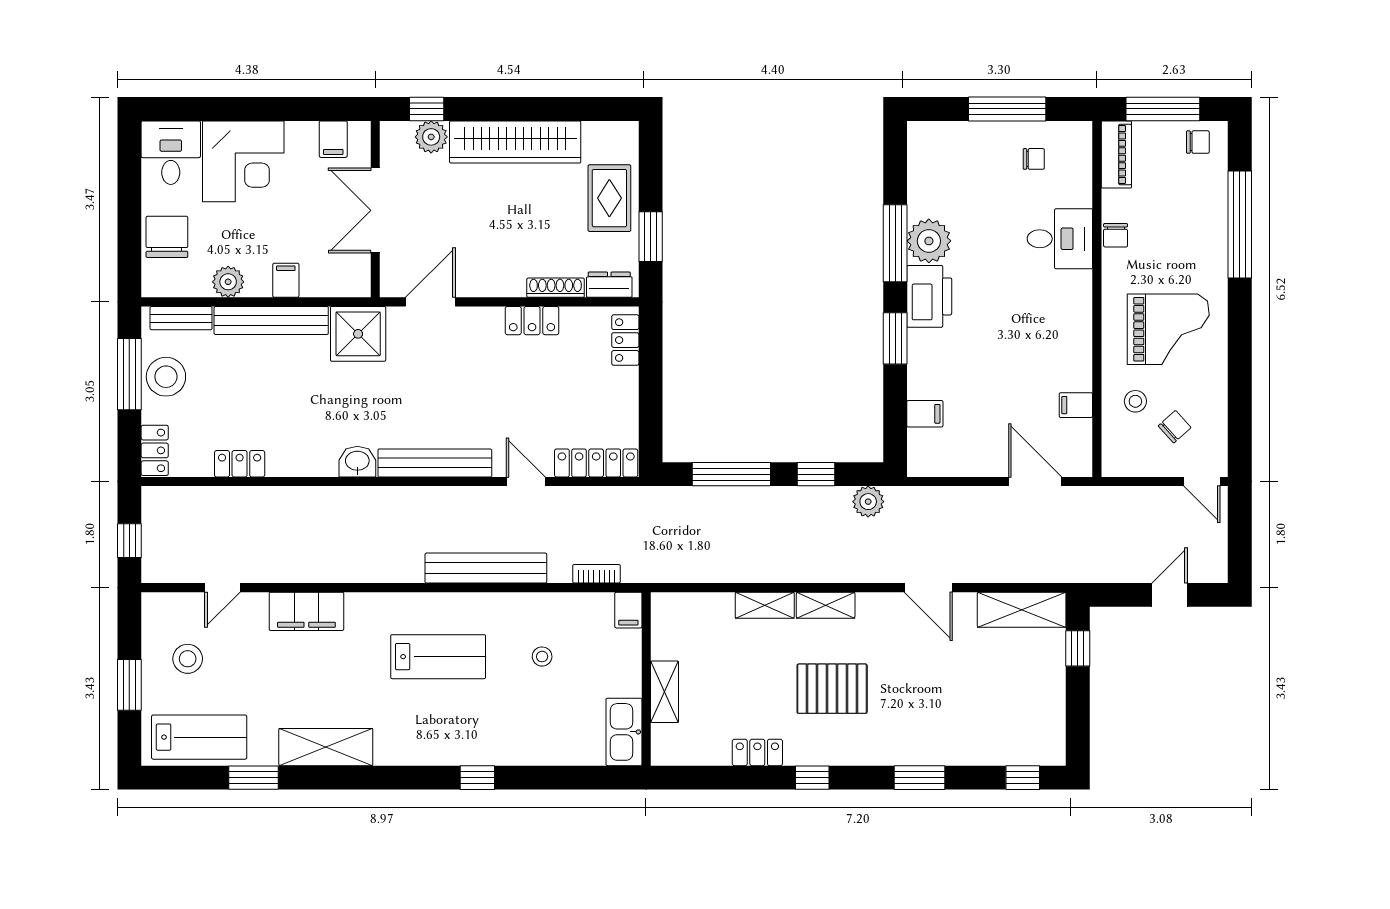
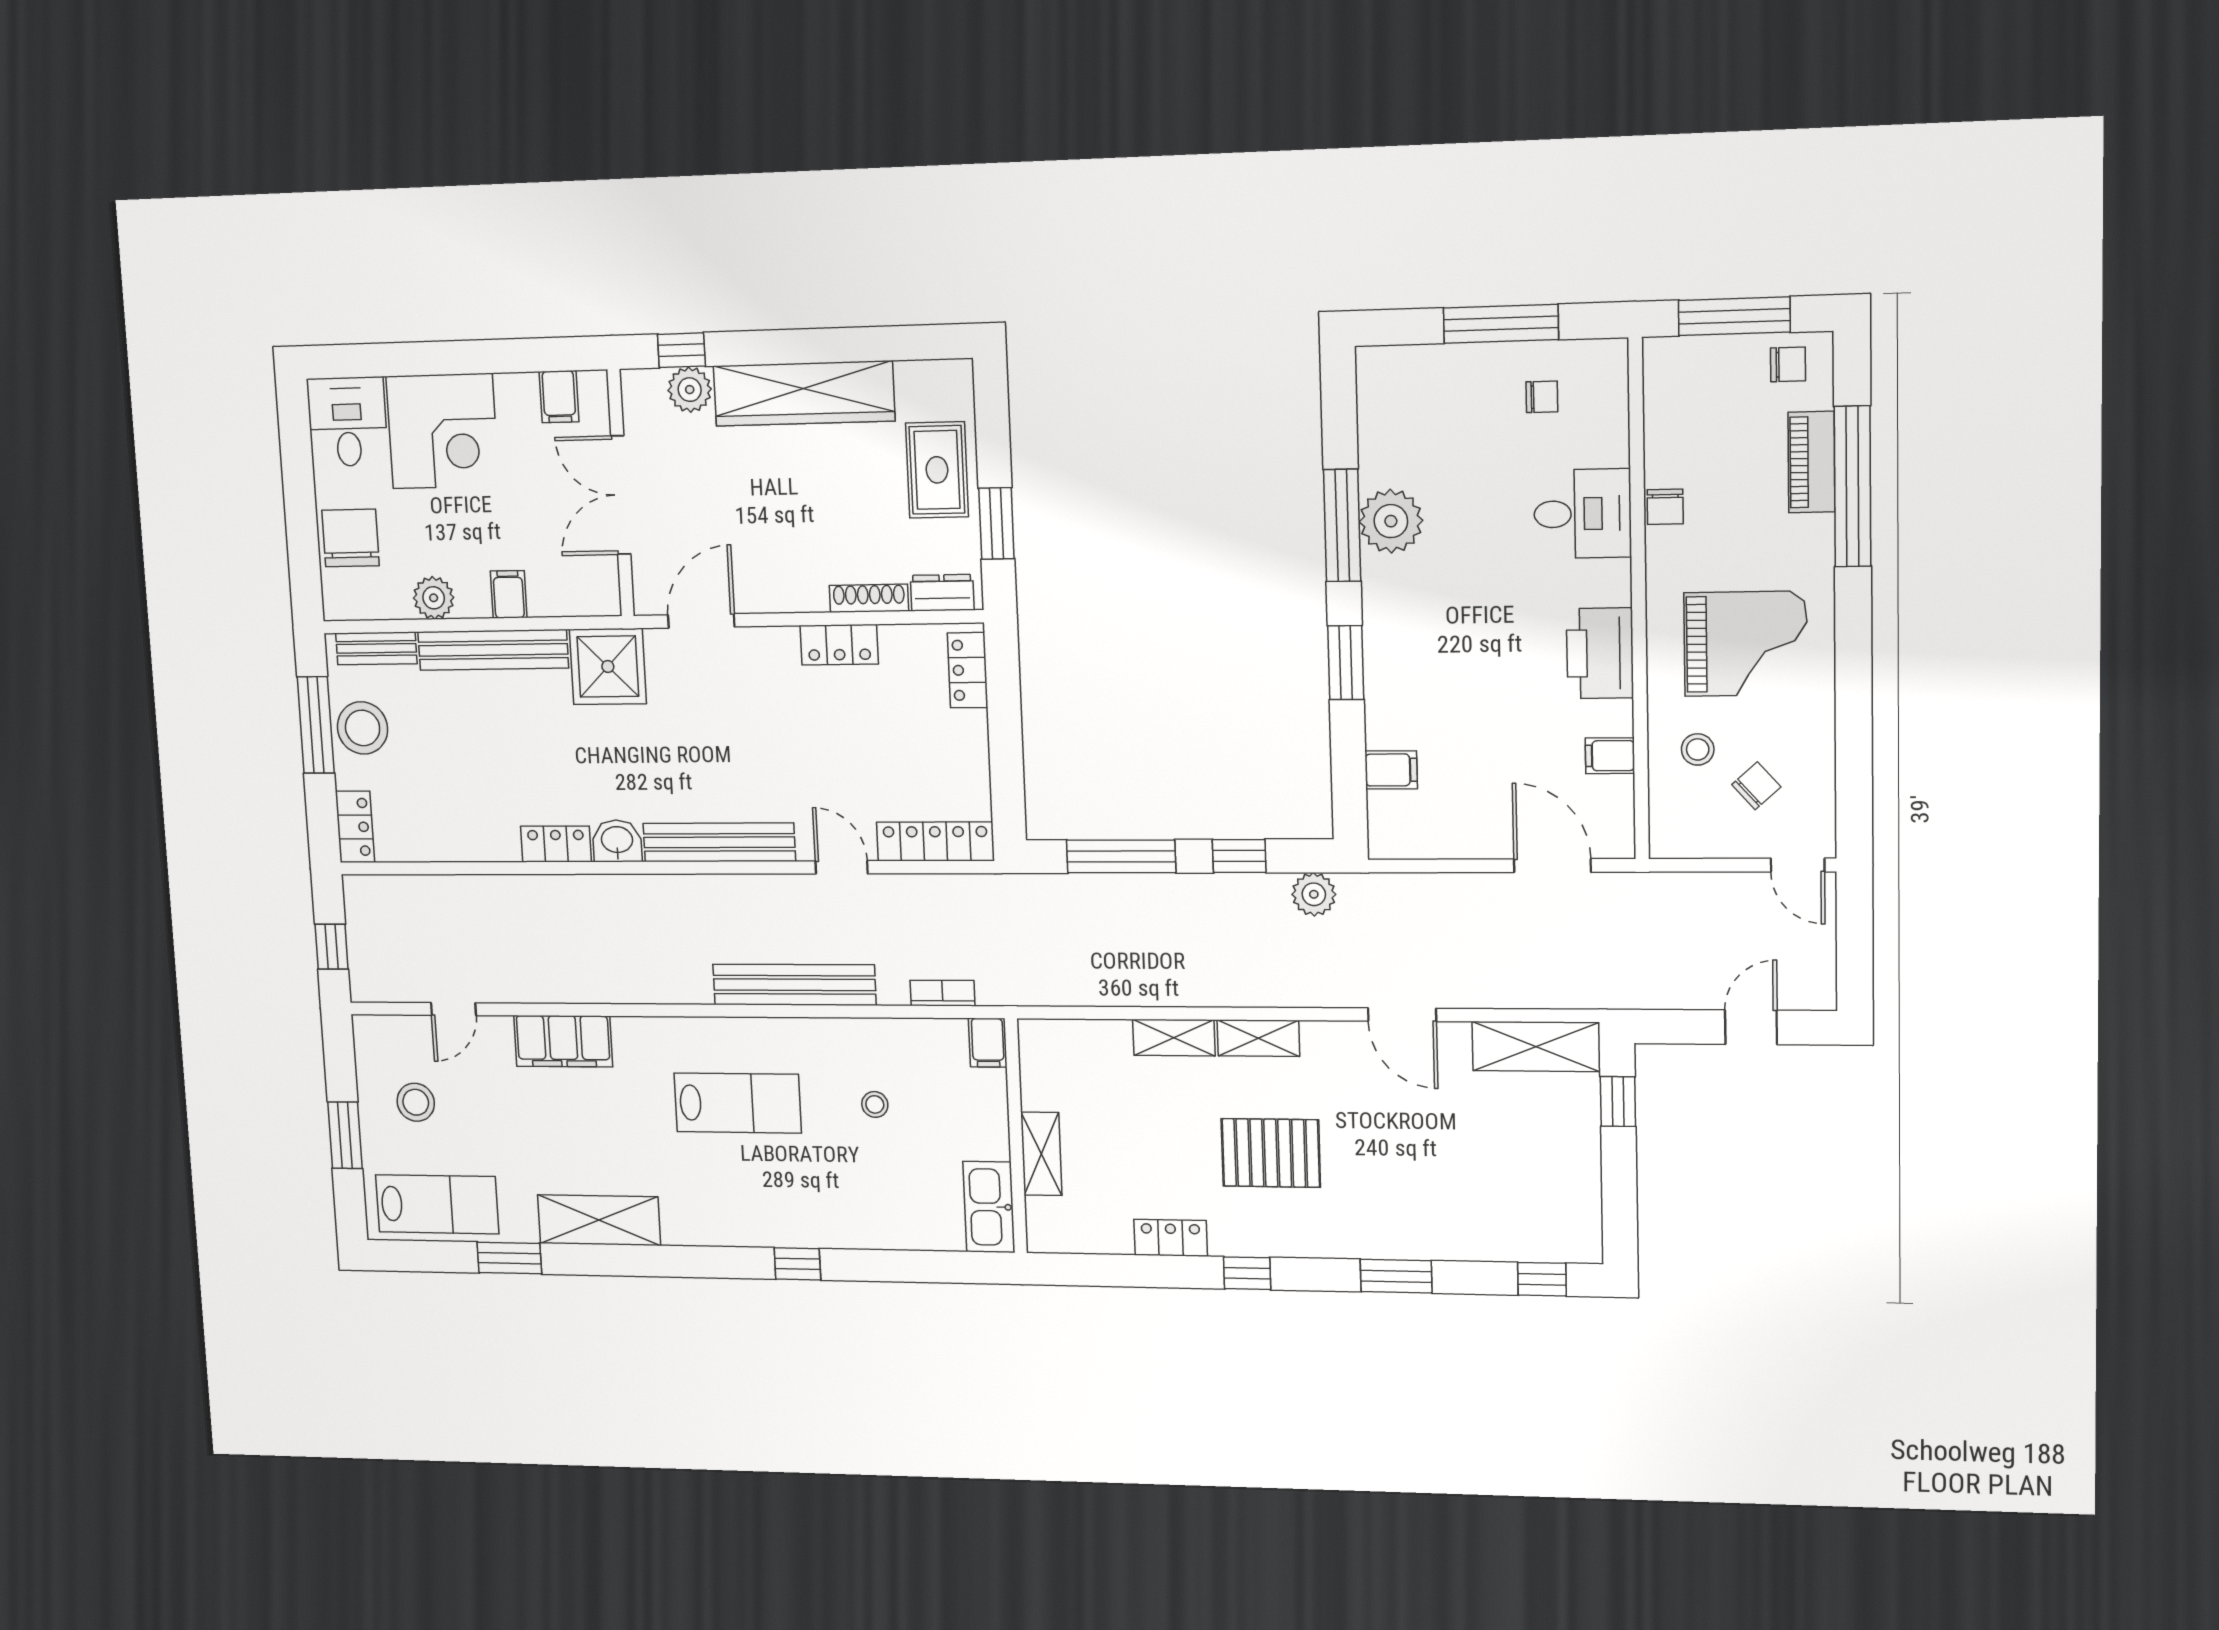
piano: (1116, 154) -> (1812, 462), moved, turned 180
printer: (929, 296) -> (1600, 653), moved, turned 180
locker: (240, 464) -> (556, 844), moved

